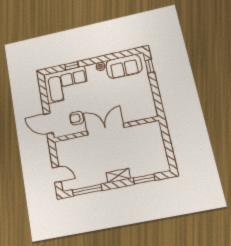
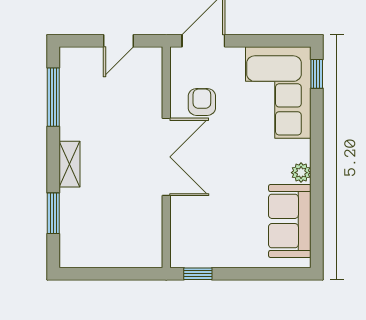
window: (72, 66) -> (317, 74), moved
window: (150, 66) -> (198, 274), moved
door: (57, 174) -> (119, 41), moved

